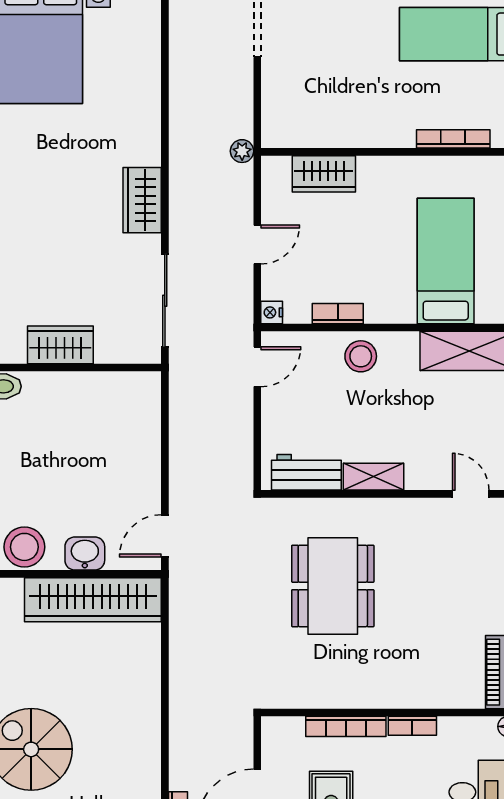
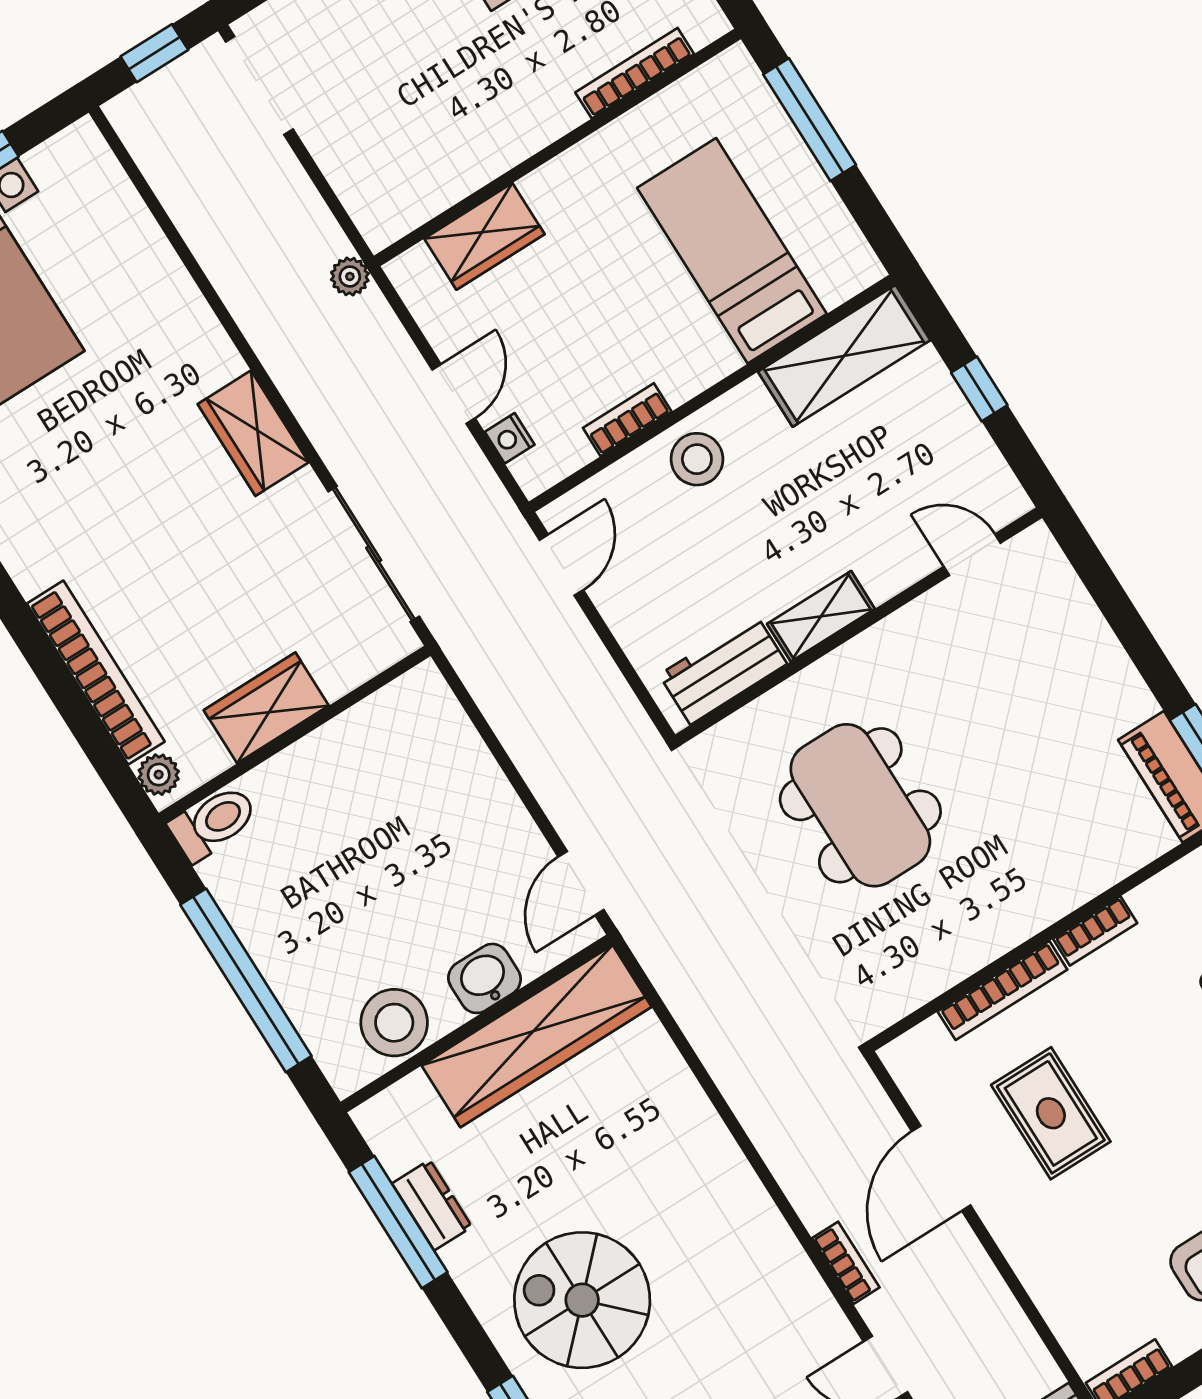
nightstand: (272, 312) -> (510, 438), moved

